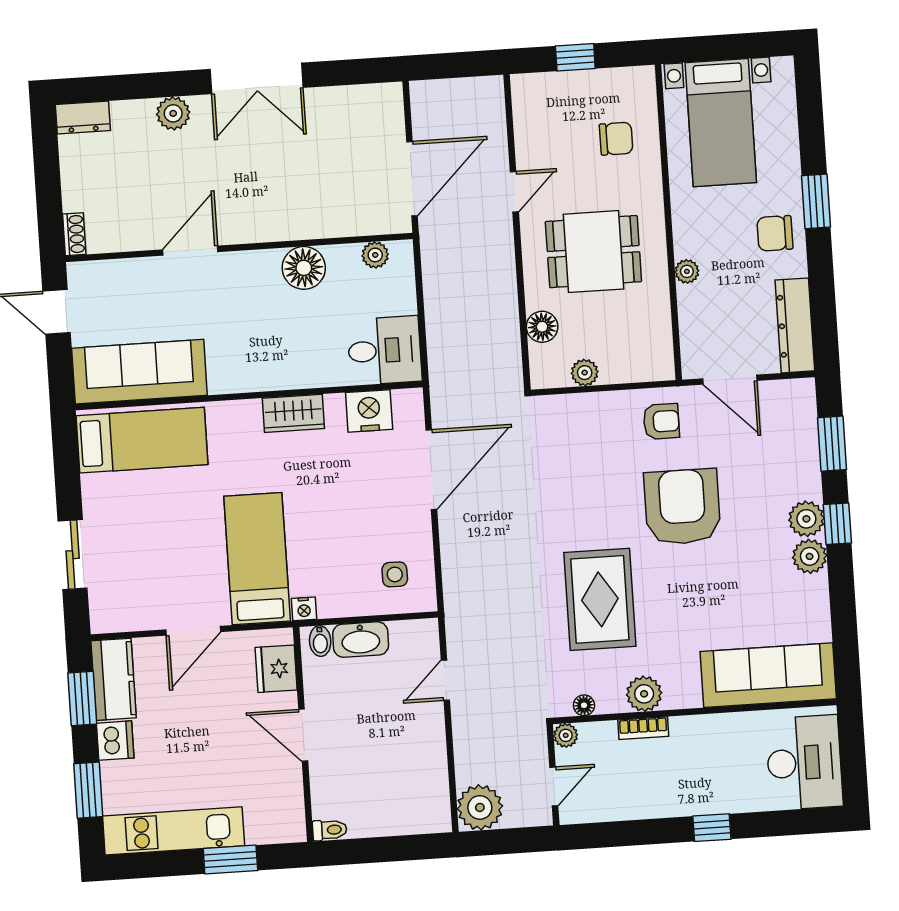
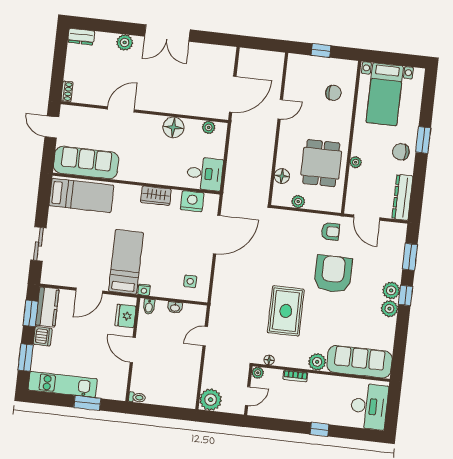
dining table: (593, 252) -> (321, 163), moved, turned 90
washbasin: (361, 640) -> (175, 308), width x0.52, depth x0.69
plant: (644, 694) -> (317, 362), moved

